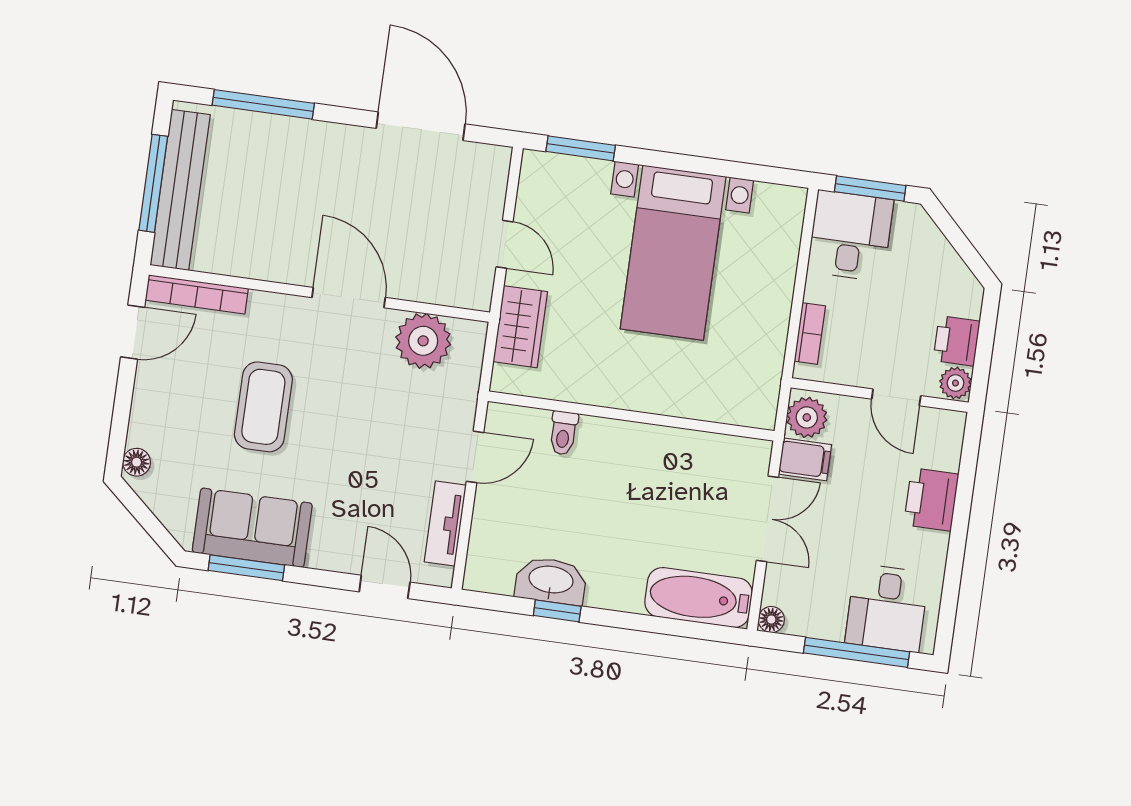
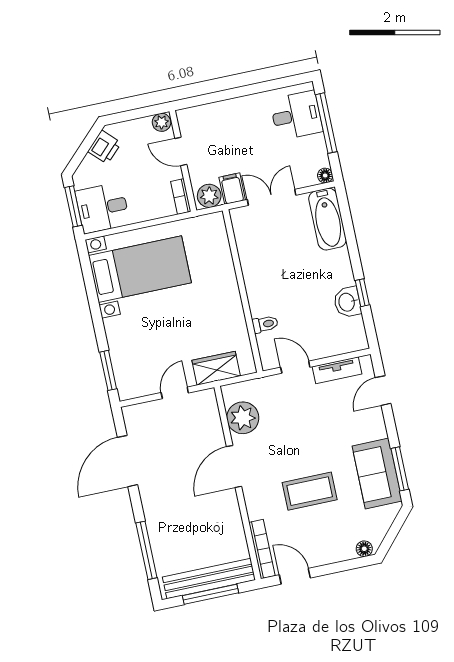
bed with nightstands: (673, 253) -> (140, 269), moved
bookcase: (810, 333) -> (181, 196), moved, turned -90
printer: (956, 341) -> (105, 147), moved, turned -45
door: (896, 397) -> (181, 152), swing flipped
printer: (931, 499) -> (229, 113), removed
washbasin: (551, 581) -> (347, 302), width x0.72

